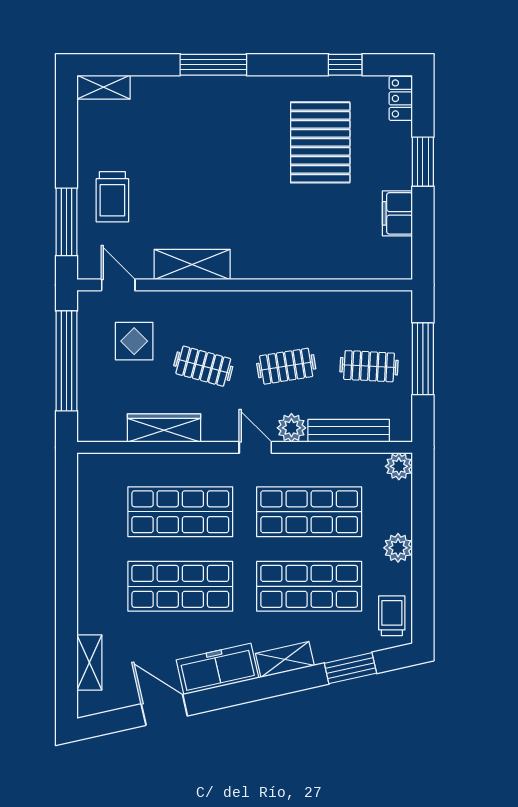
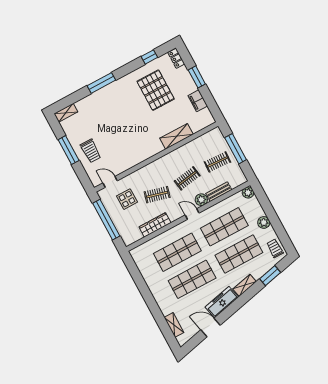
window: (66, 222) -> (69, 150), moved
shelving: (192, 265) -> (177, 136), moved
bench: (349, 431) -> (219, 192), width x0.73

